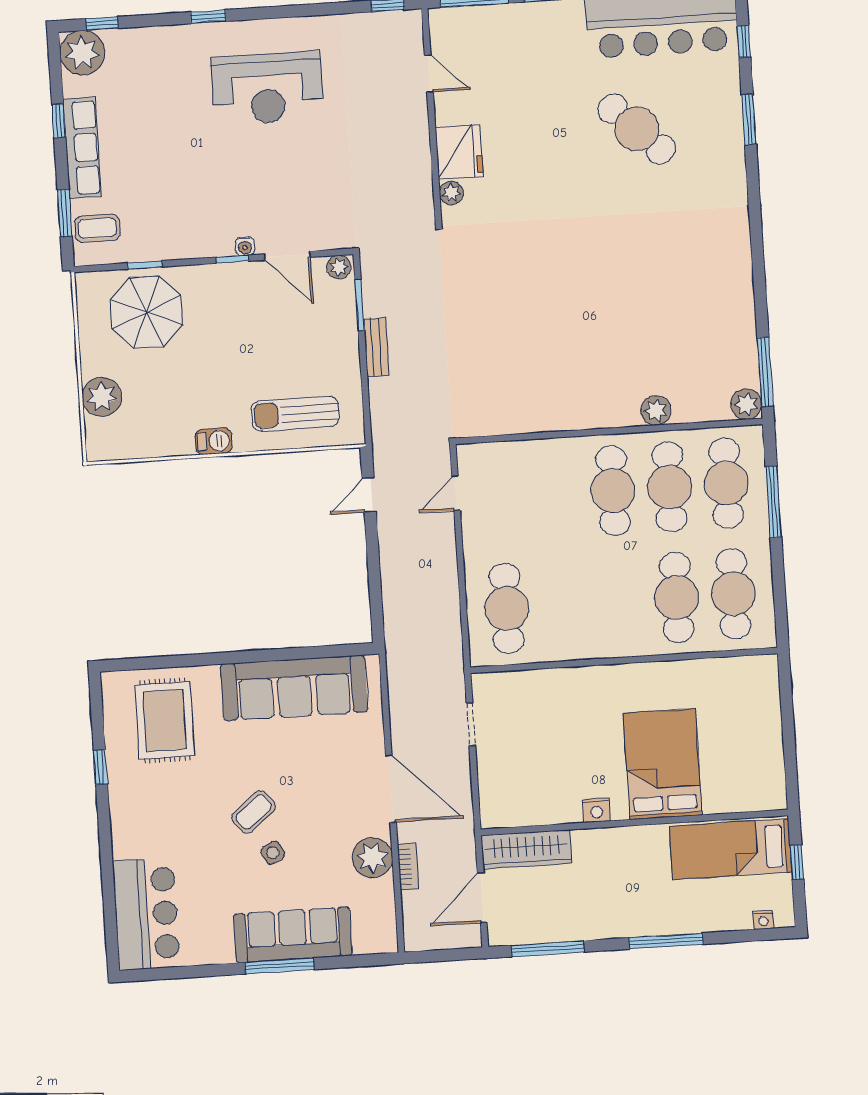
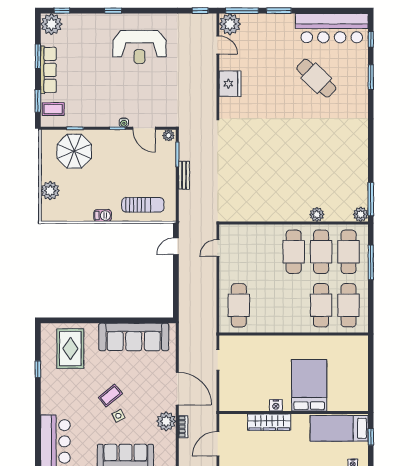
window: (59, 121) -> (38, 56), width x1.50
plant: (451, 193) -> (230, 24), moved, width x1.87, depth x1.87
sun lounger: (295, 414) -> (143, 205), turned 180
wardrobe: (526, 849) -> (269, 422), moved

